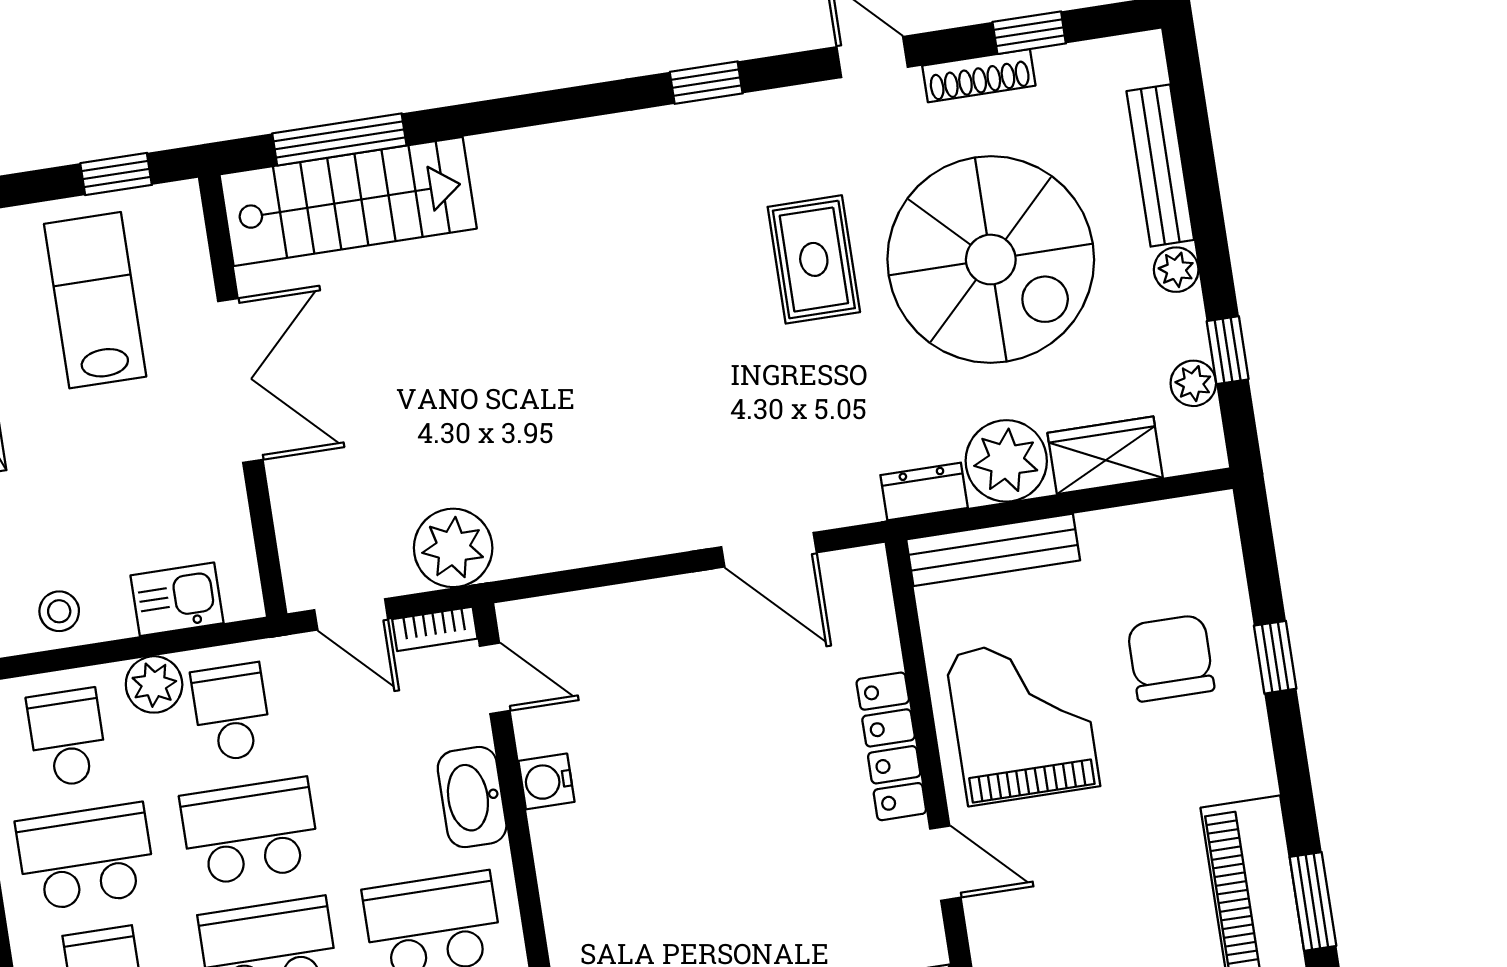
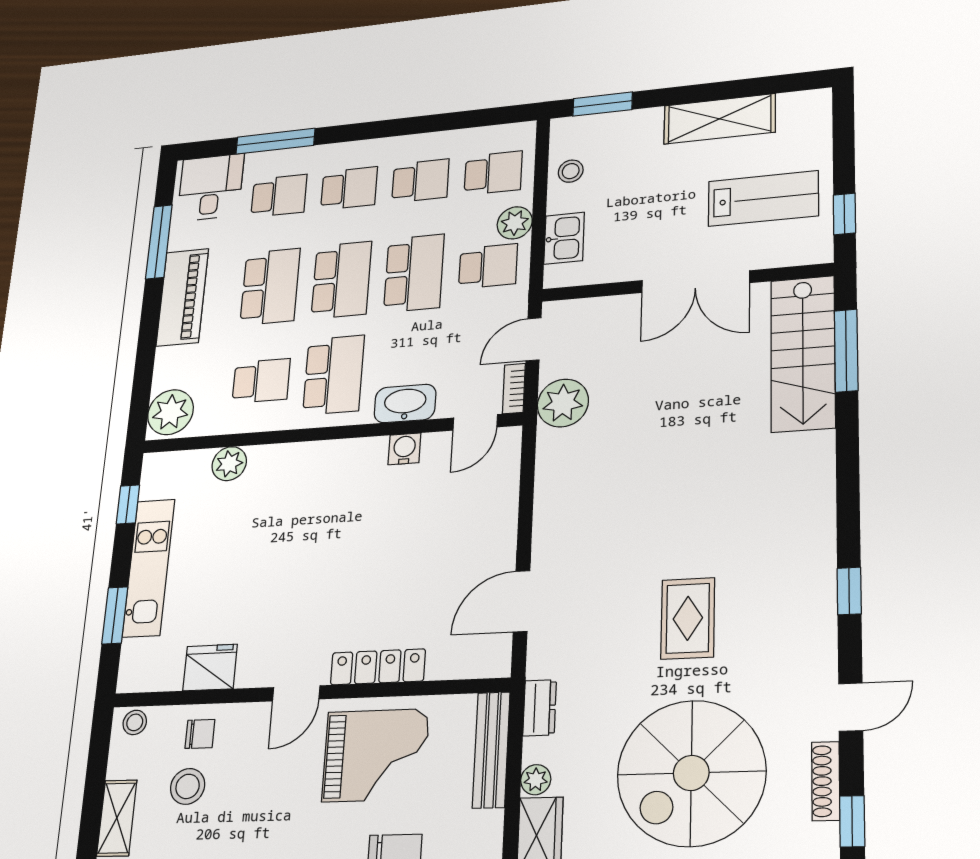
rug: (814, 259) -> (688, 618), moved, turned 90
plant: (1006, 461) -> (536, 780), width x0.53, depth x0.53
school desk: (86, 857) -> (420, 181), width x0.54

